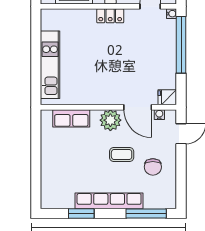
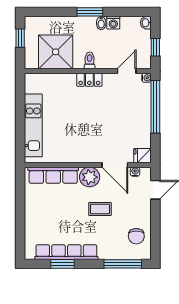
row of seats: (71, 118) -> (53, 175), width x1.48
chair: (153, 167) -> (136, 236), moved
row of seats: (109, 201) -> (66, 252), moved

